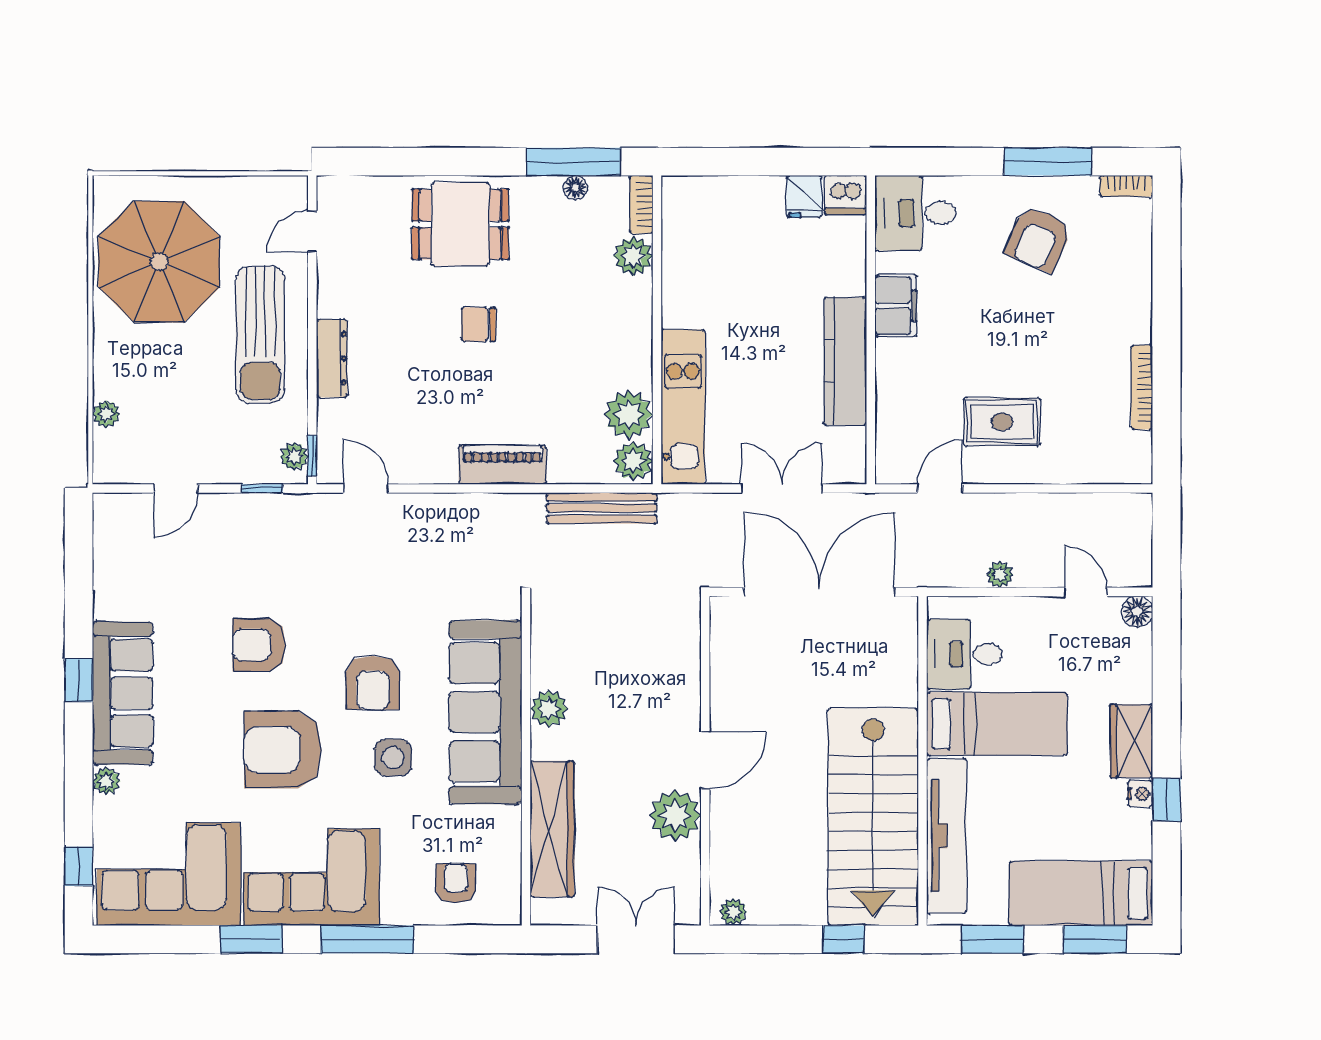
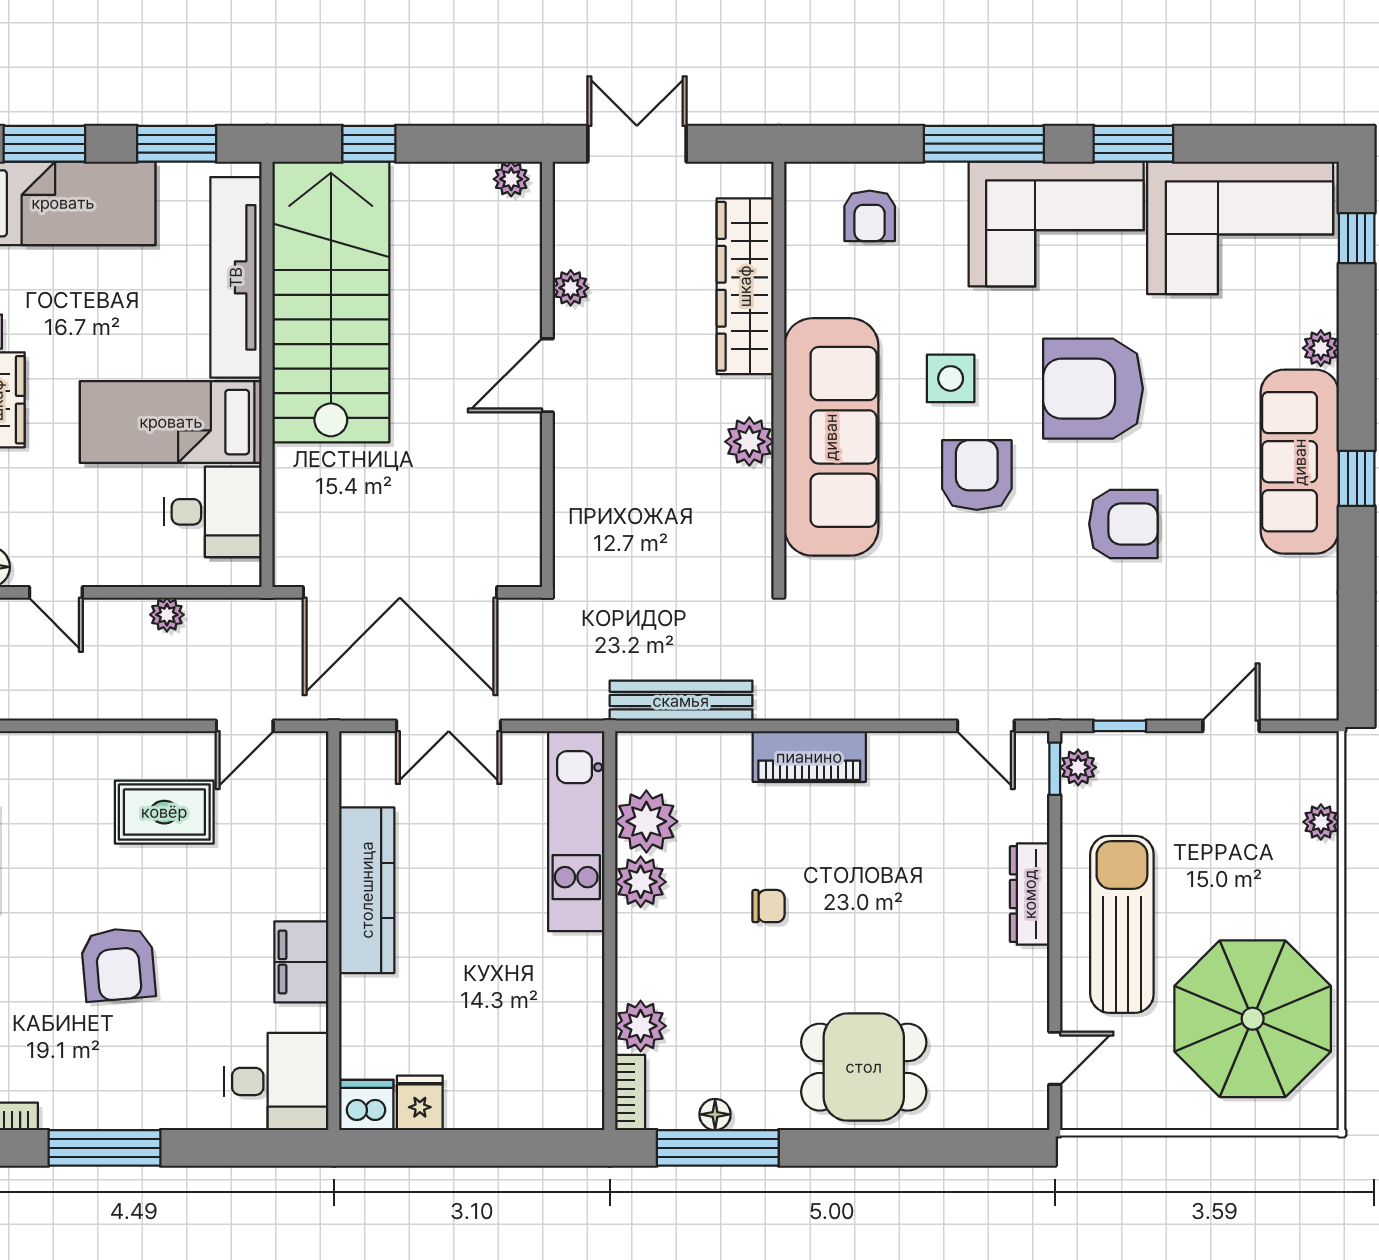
armchair: (1038, 239) -> (118, 964), moved, turned 151
chair: (478, 324) -> (768, 906), moved, width x0.73, depth x0.73
plant: (633, 461) -> (641, 882), moved
armchair: (283, 750) -> (1093, 389), turned 180
plant: (675, 816) -> (571, 288), width x0.53, depth x0.53
double door: (636, 939) -> (637, 144), swing flipped

